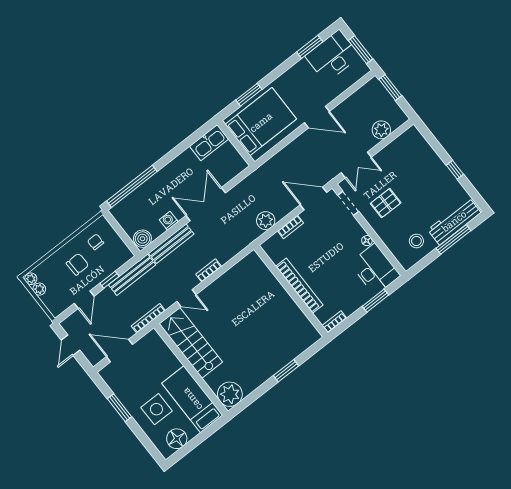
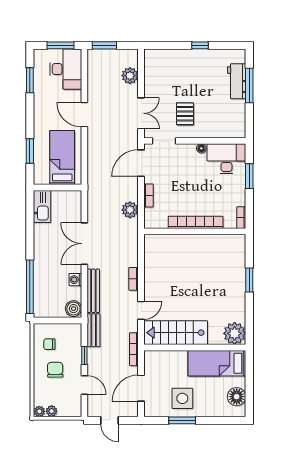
desk: (333, 56) -> (66, 69), moved, turned 180
door: (317, 117) -> (84, 115), swing flipped
bed: (261, 122) -> (62, 158), width x0.67
workbench: (454, 221) -> (237, 81), width x0.73
stool: (416, 241) -> (230, 113), removed
bench: (132, 275) -> (94, 330), width x0.73
side table: (156, 409) -> (182, 398), moved

